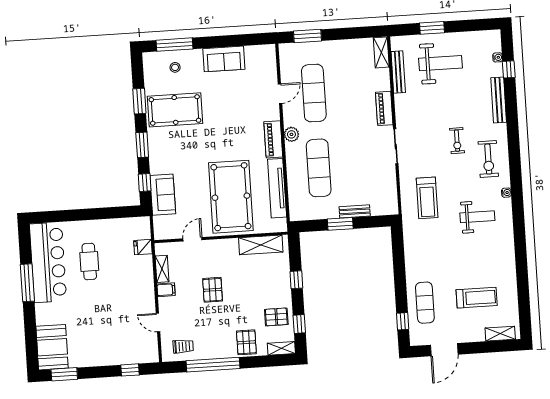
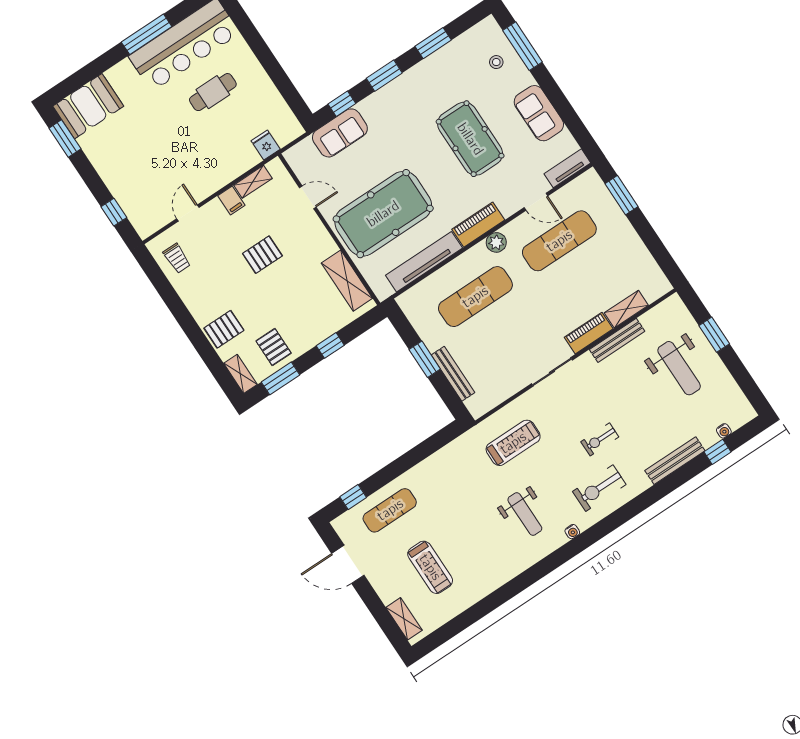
shelving: (381, 52) -> (626, 309), moved
tv unit: (270, 61) -> (567, 168), added
bench: (398, 72) -> (617, 340), moved
pool table: (175, 110) -> (470, 139), moved
treadmill: (427, 198) -> (513, 443), turned 180
bench: (355, 211) -> (453, 374), width x1.36
window: (299, 324) -> (281, 378), width x1.50
window: (213, 365) -> (176, 305), removed

